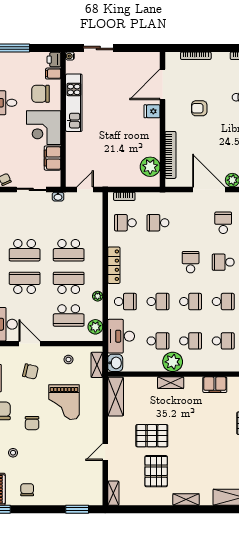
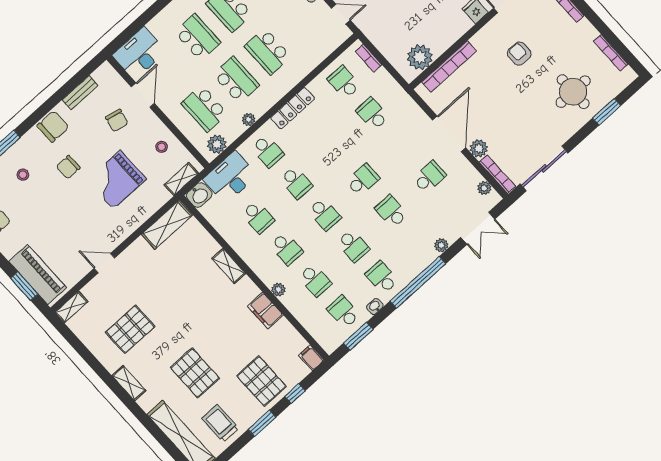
plant: (173, 362) -> (278, 290), moved, width x0.53, depth x0.53
pallet: (152, 436) -> (195, 373), moved
piano: (77, 496) -> (38, 275), added

